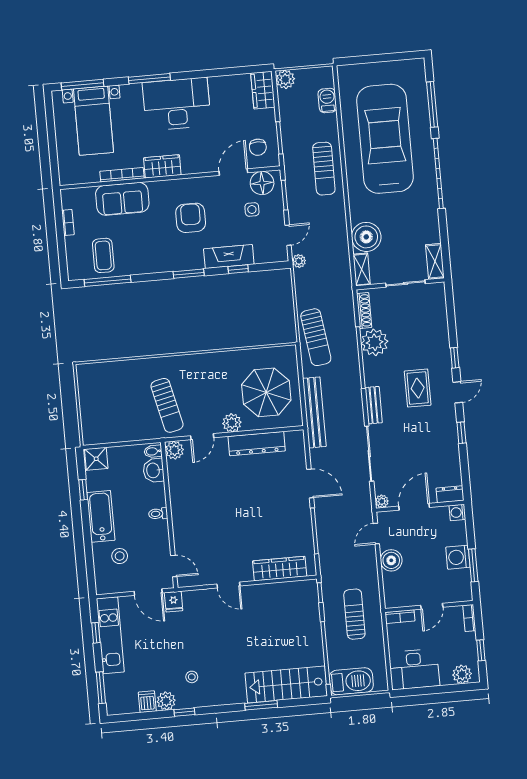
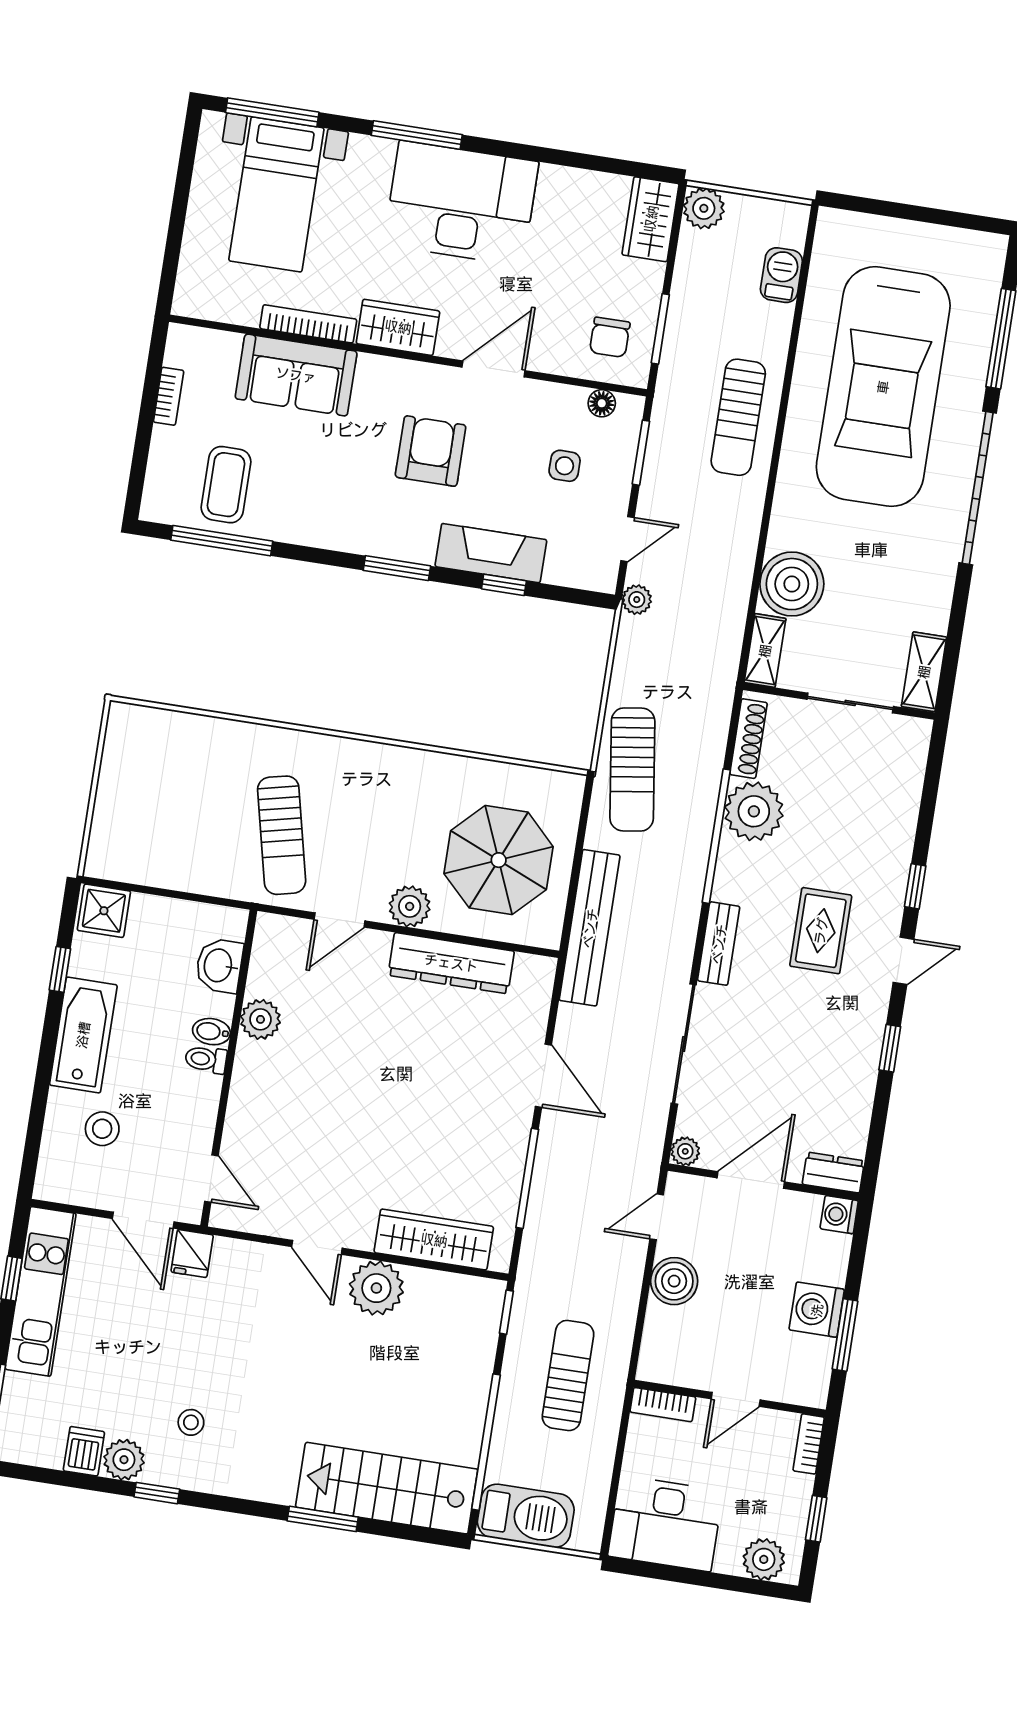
car: (385, 139) -> (883, 387), turned 180
door: (233, 172) -> (493, 369), moved
floor lamp: (262, 183) -> (602, 403), width x0.53, depth x0.53
plant: (174, 450) -> (260, 1019), moved
bidet: (153, 451) -> (211, 1032), moved
plant: (259, 597) -> (376, 1288), added

